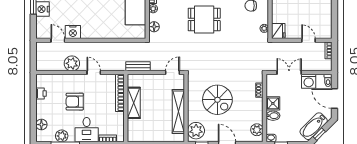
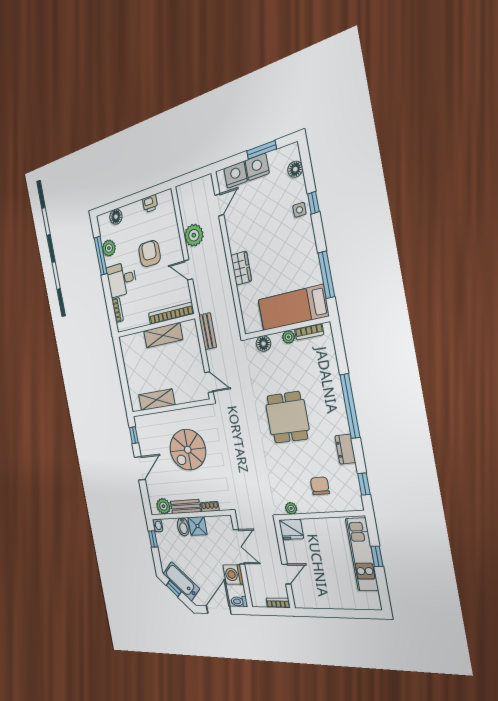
nightstand: (73, 32) -> (236, 175), moved, turned 90
wardrobe: (102, 33) -> (241, 268), added
door: (94, 73) -> (188, 270), swing flipped
bench: (258, 110) -> (186, 506), added
shelving: (178, 111) -> (157, 400), width x0.68
plant: (196, 131) -> (148, 425), removed

